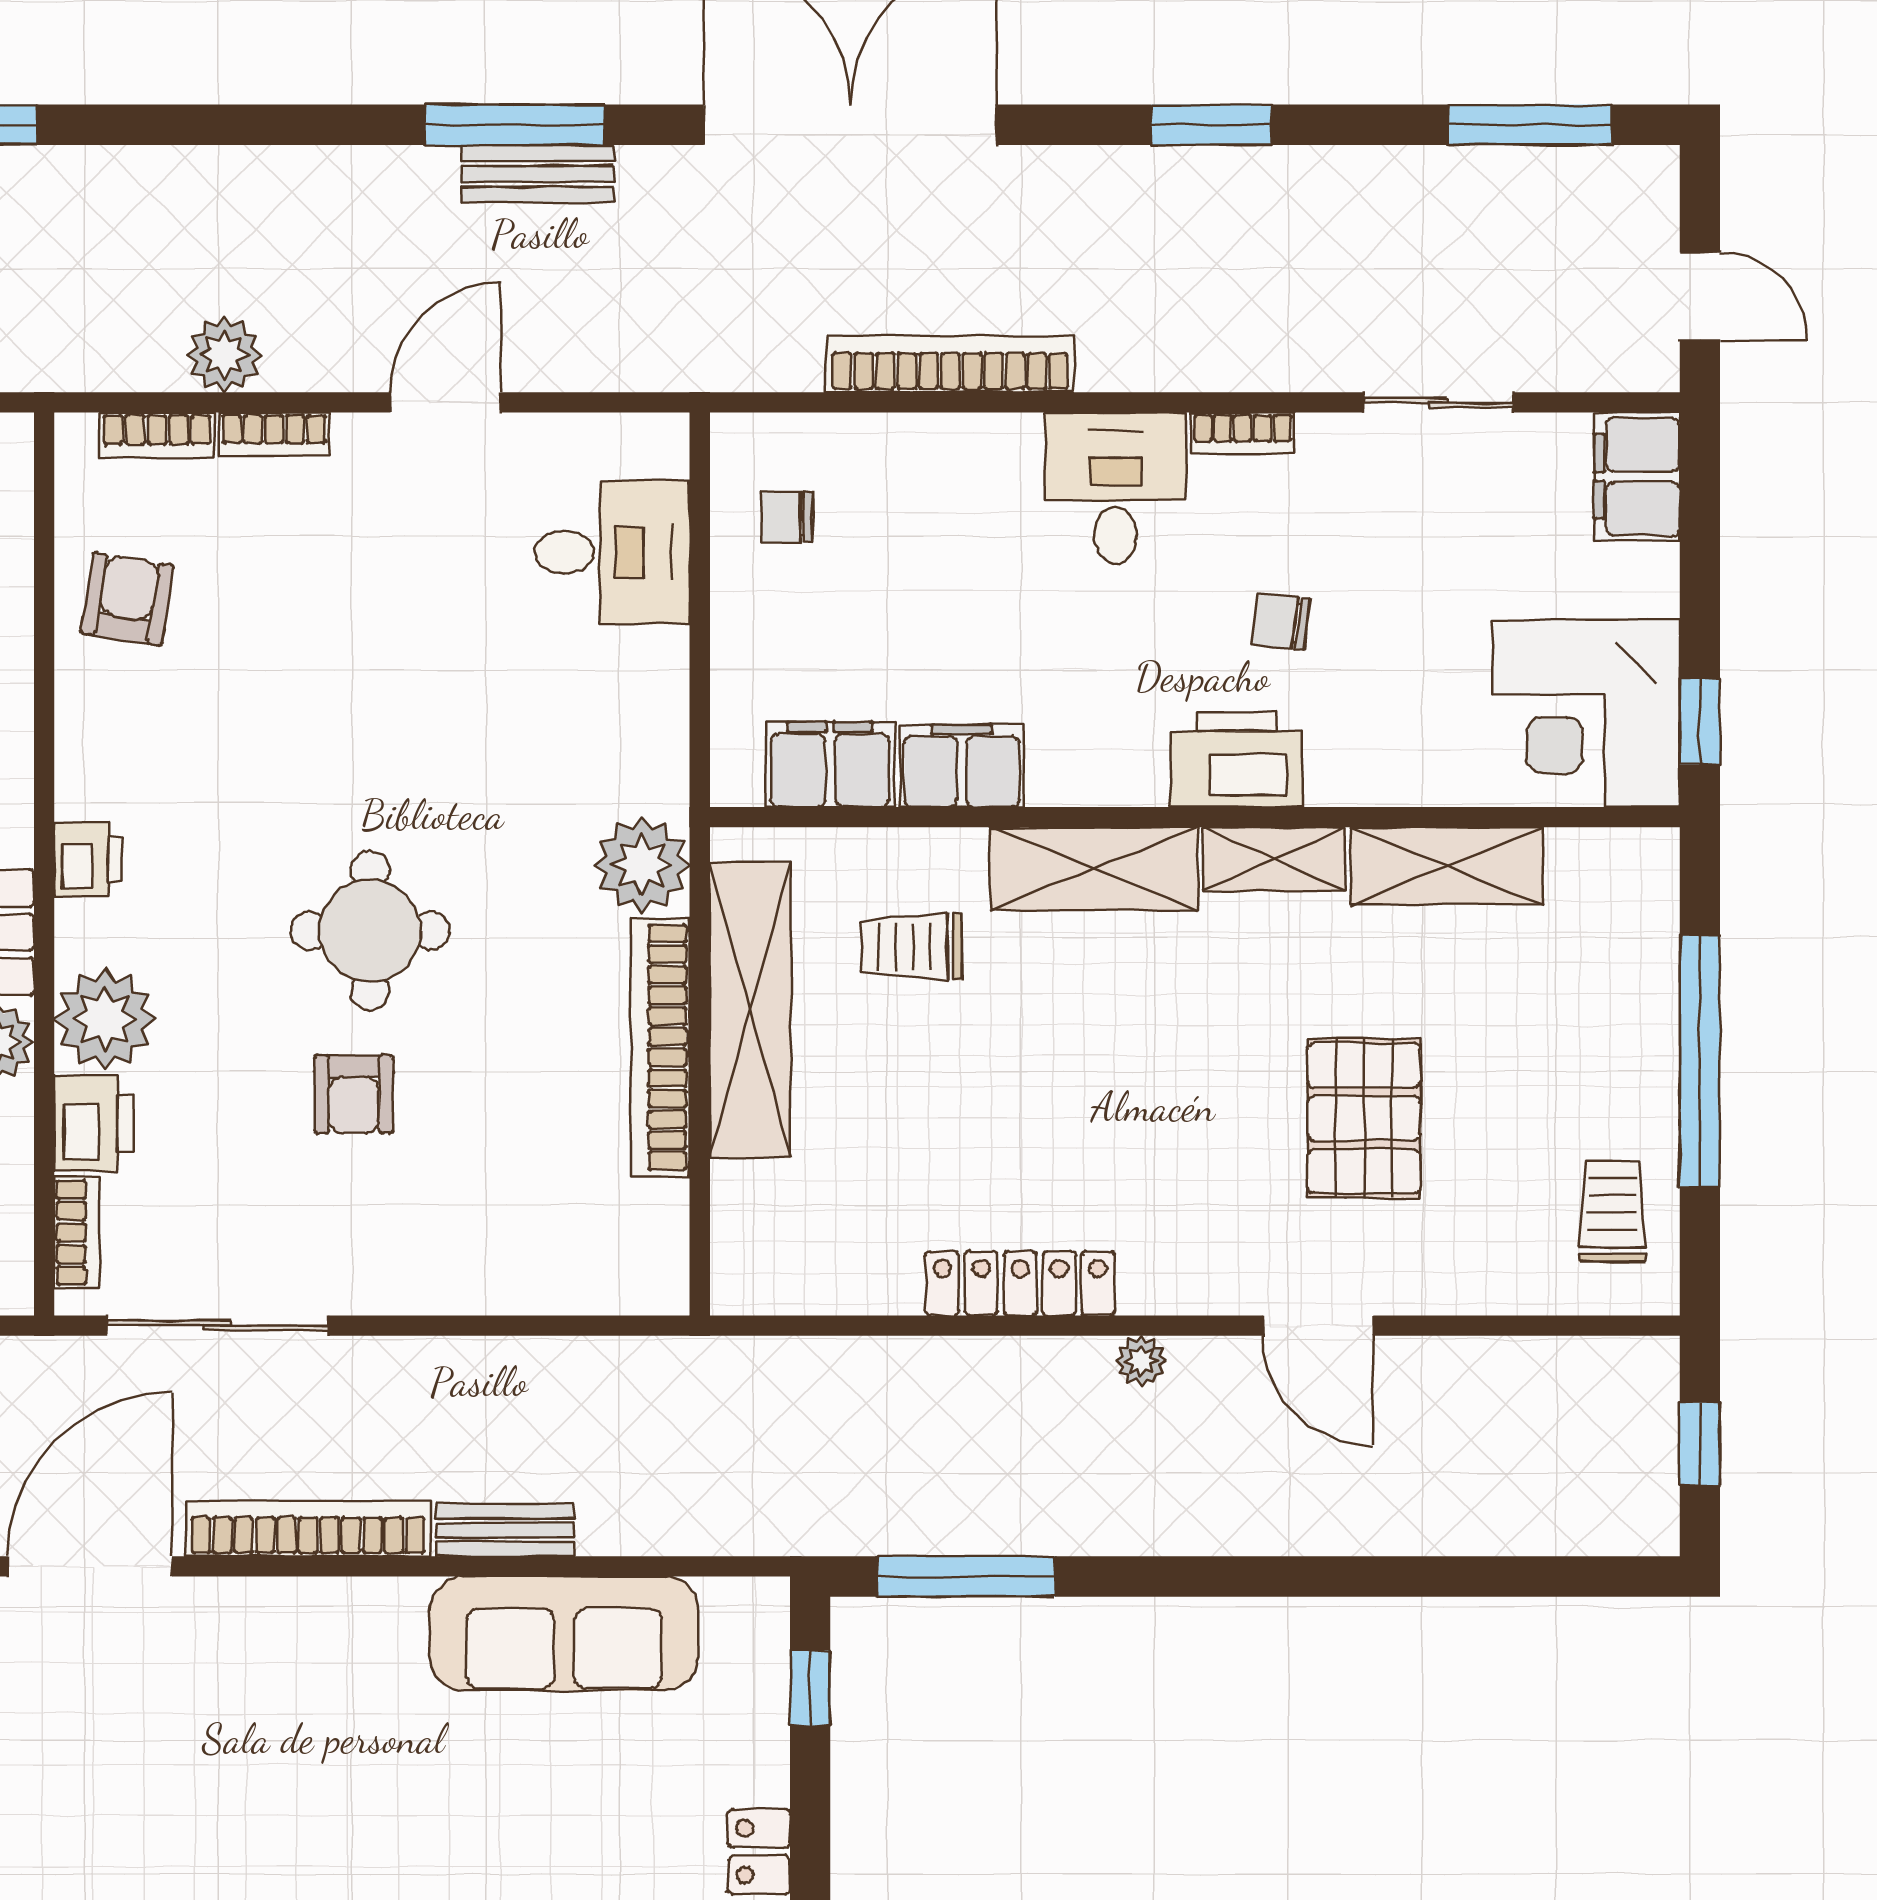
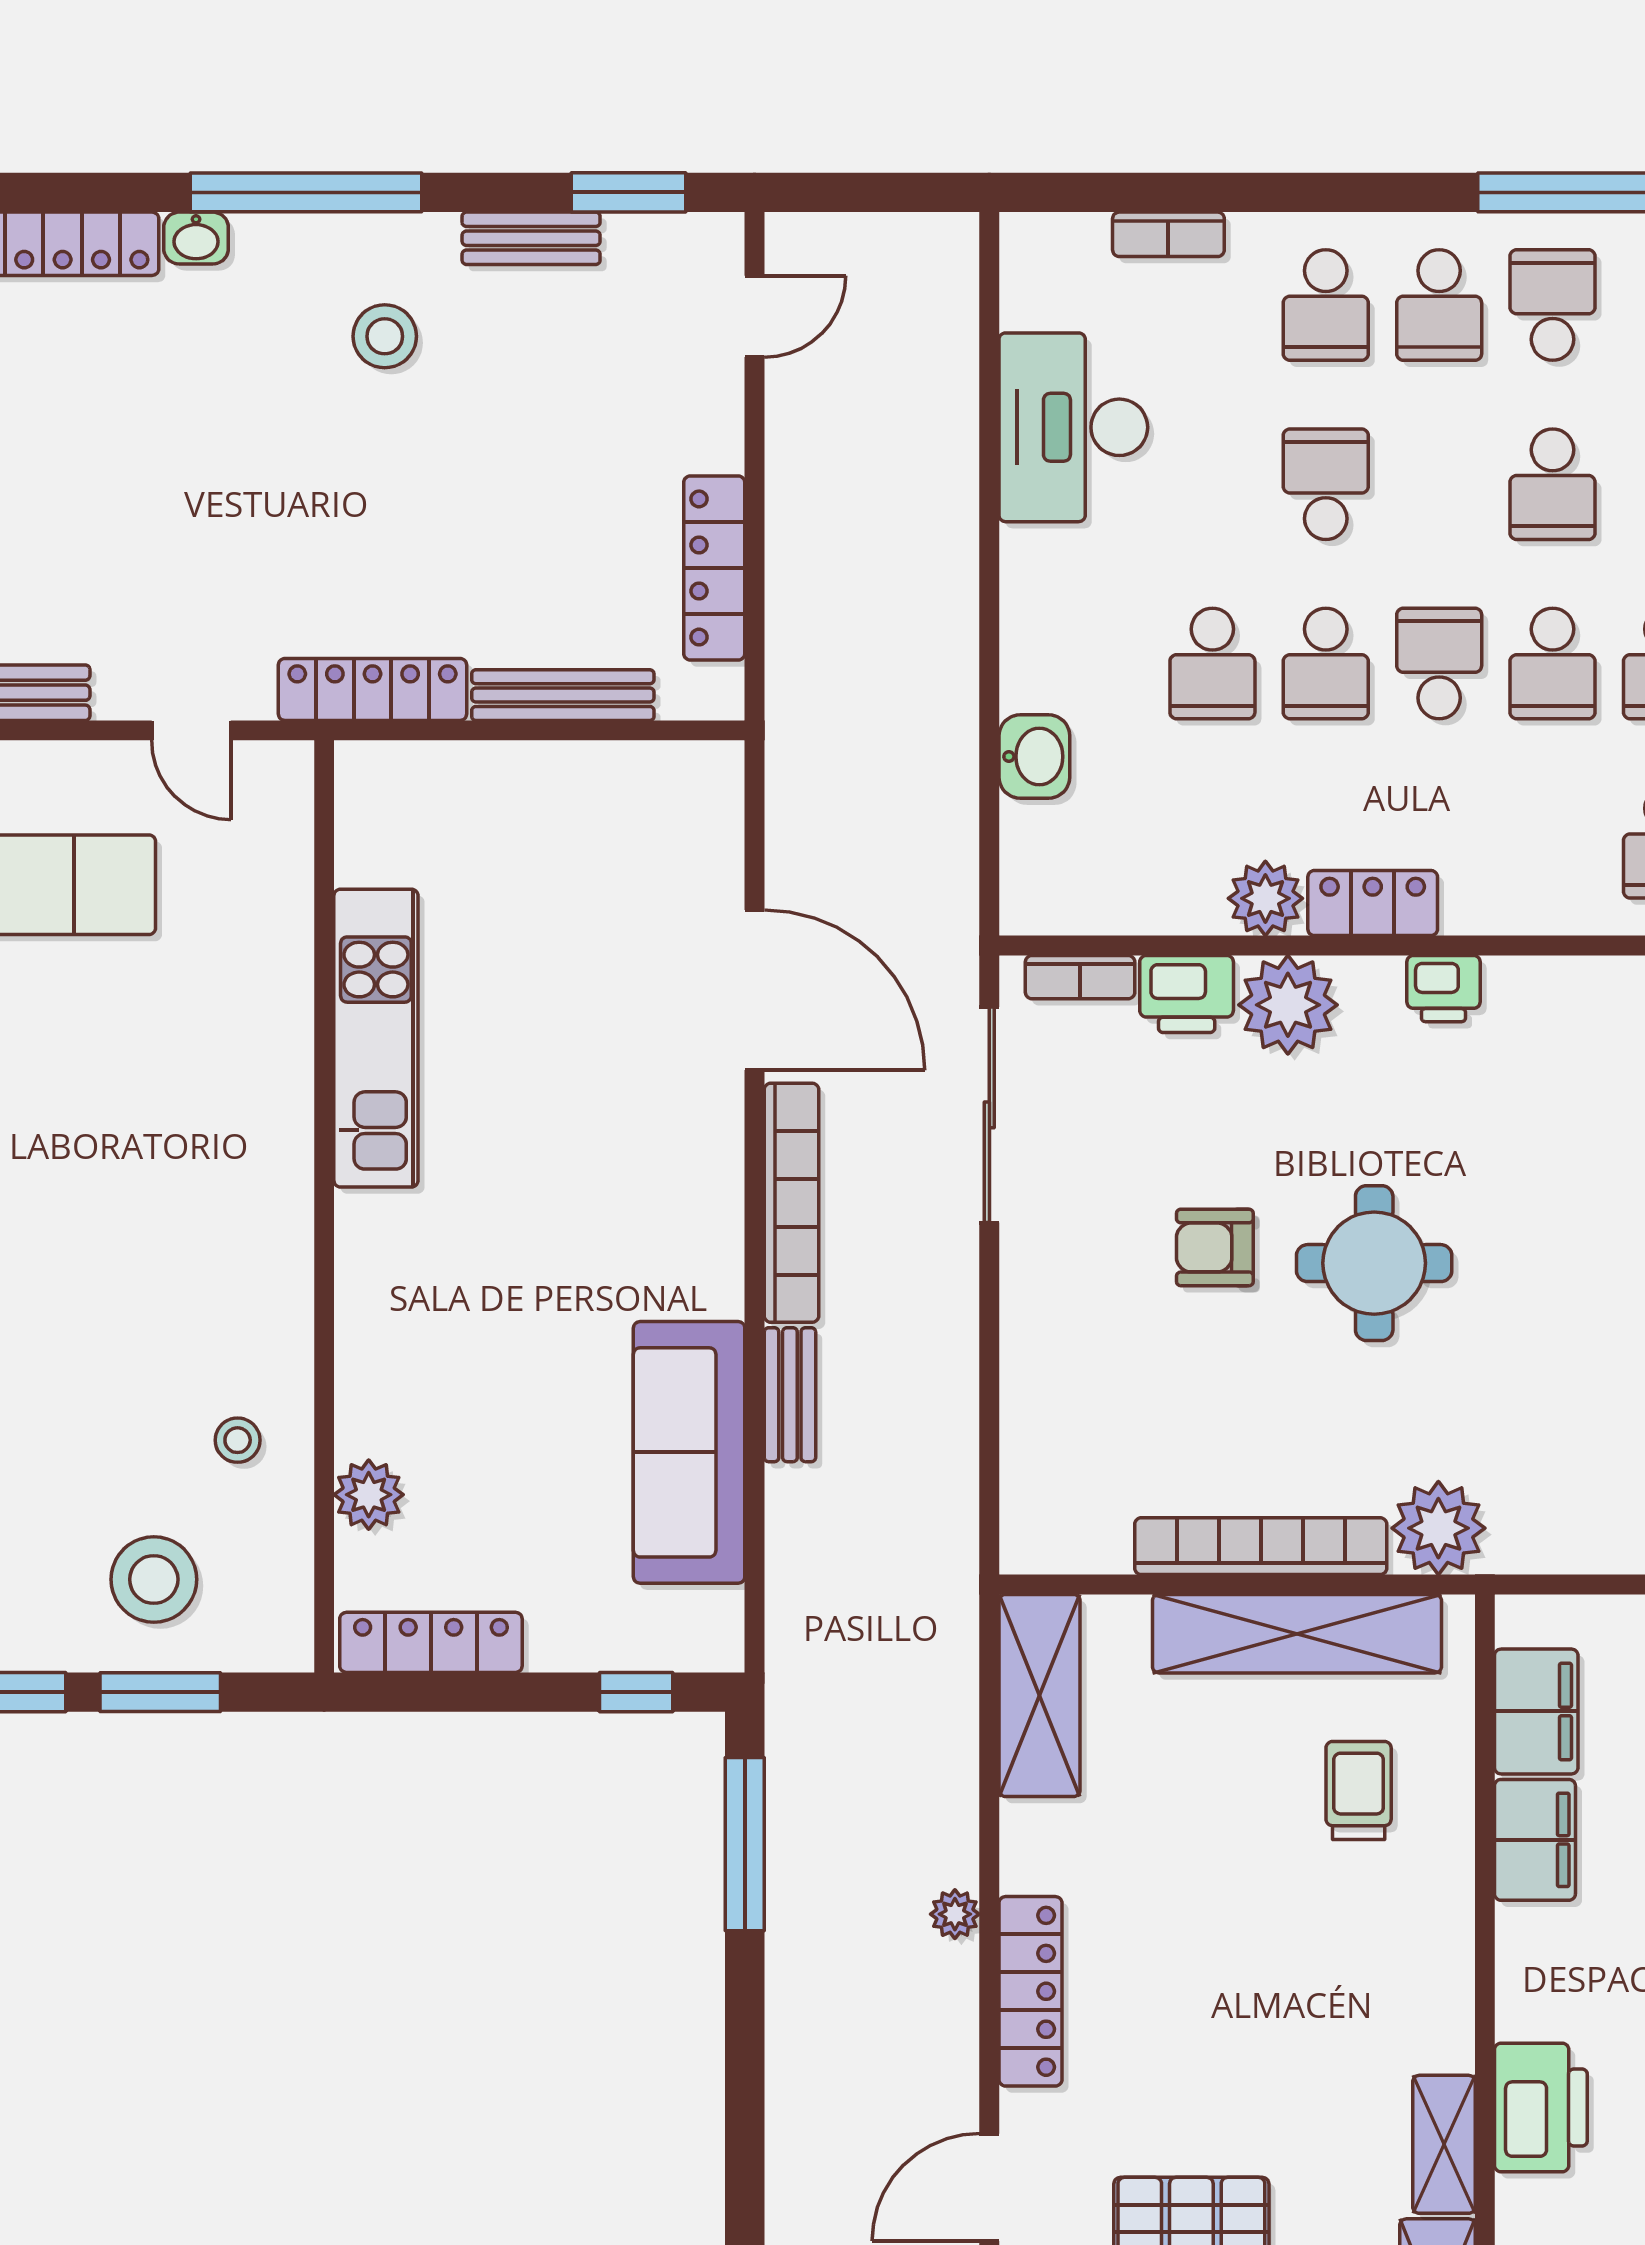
shelving: (1094, 869) -> (1040, 1695), moved
locker: (1020, 1283) -> (1030, 1991), moved
plant: (1141, 1361) -> (955, 1914), moved

